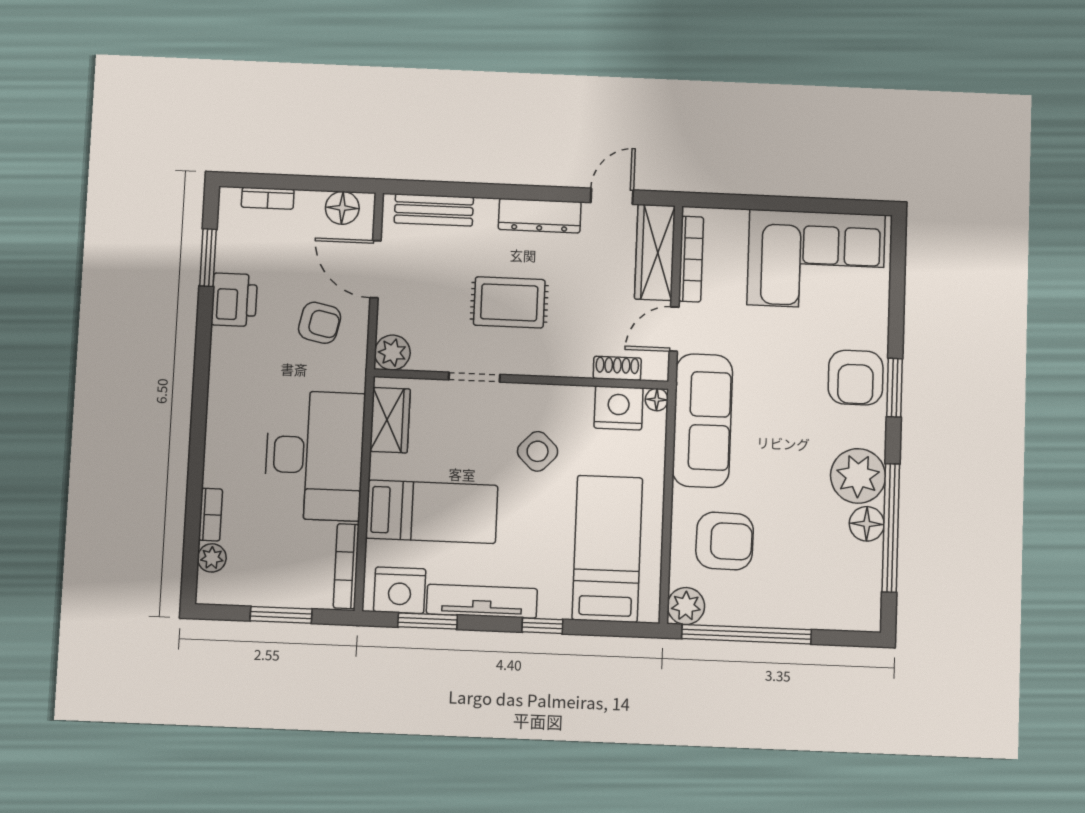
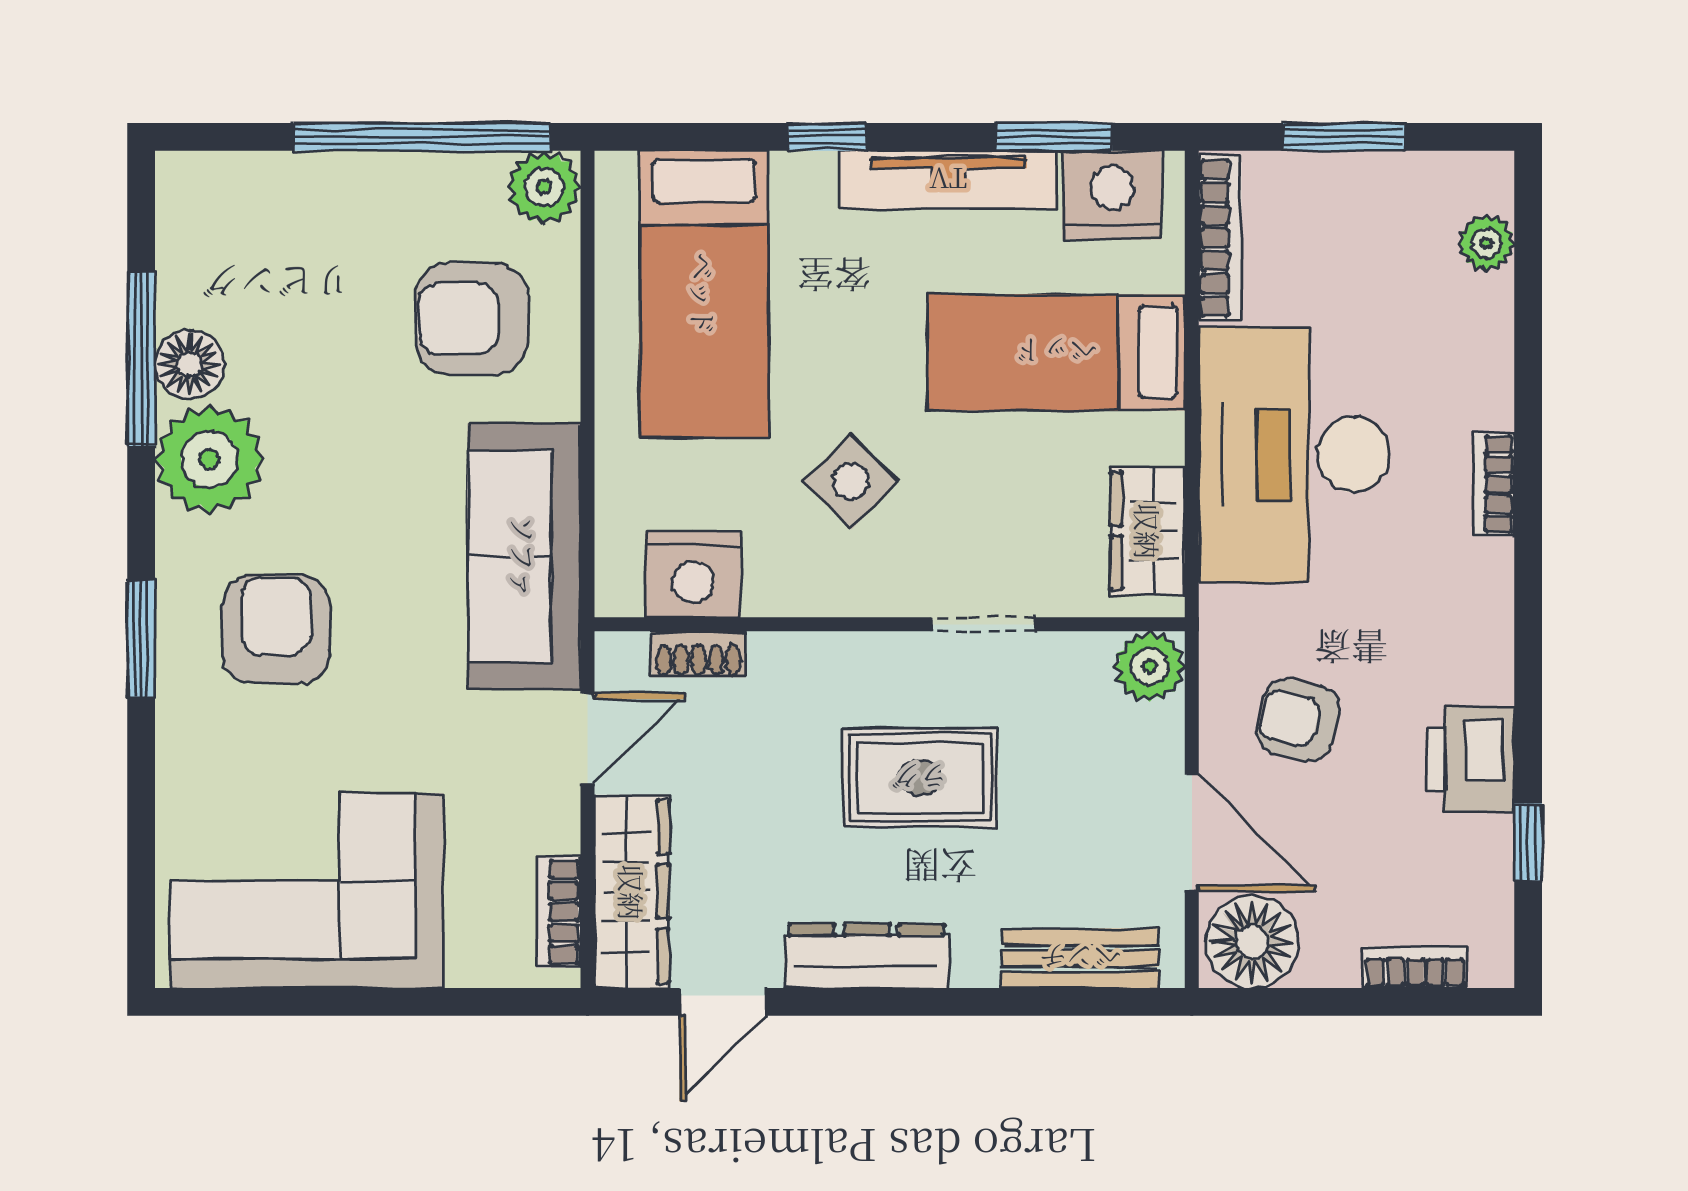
floor lamp: (342, 208) -> (1252, 942), width x1.38, depth x1.38
window: (208, 258) -> (1528, 842), width x0.67
bookcase: (691, 259) -> (558, 912), width x0.64
armchair: (856, 378) -> (276, 629), moved
floor lamp: (657, 400) -> (617, 595), removed
bookcase: (211, 515) -> (1494, 484), moved
window: (891, 528) -> (141, 359), width x0.68

